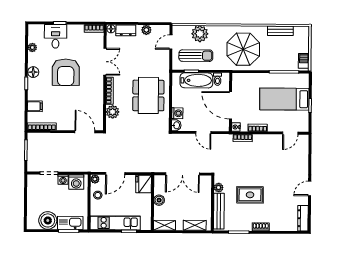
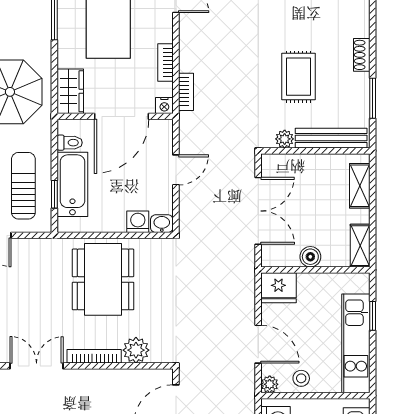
wardrobe: (243, 80) -> (70, 91), added
dining table: (148, 95) -> (103, 279), turned 90

